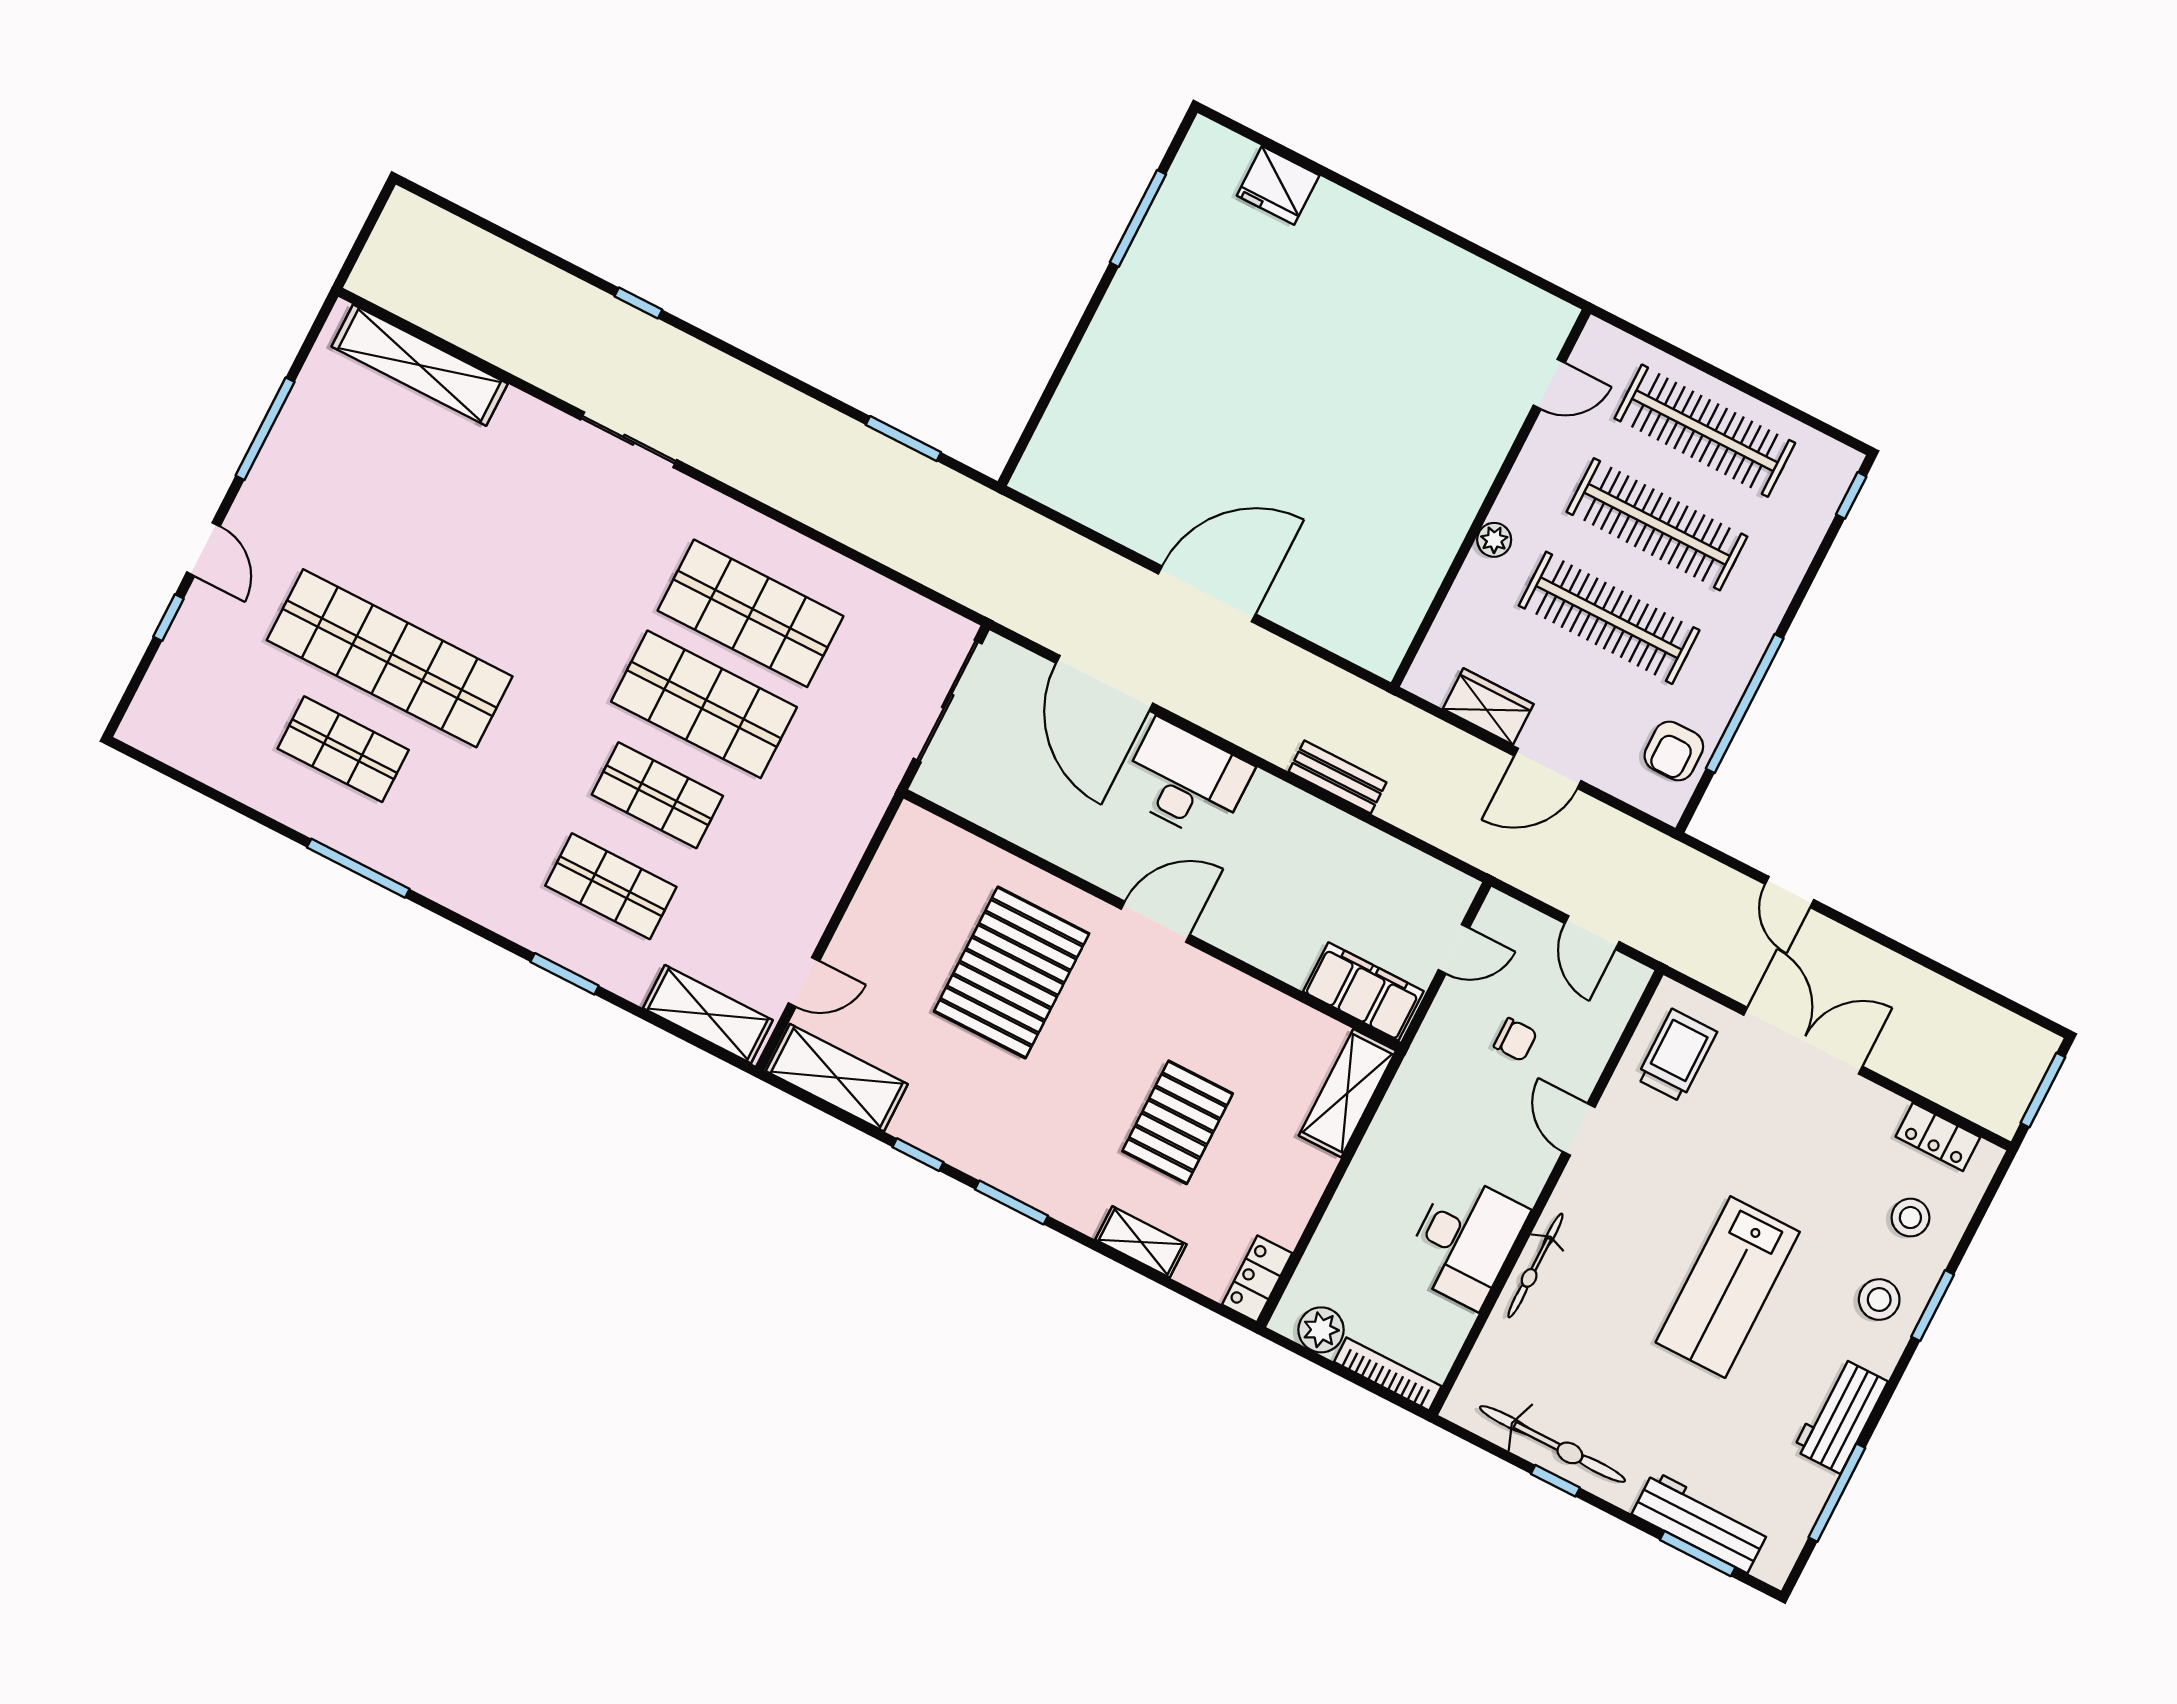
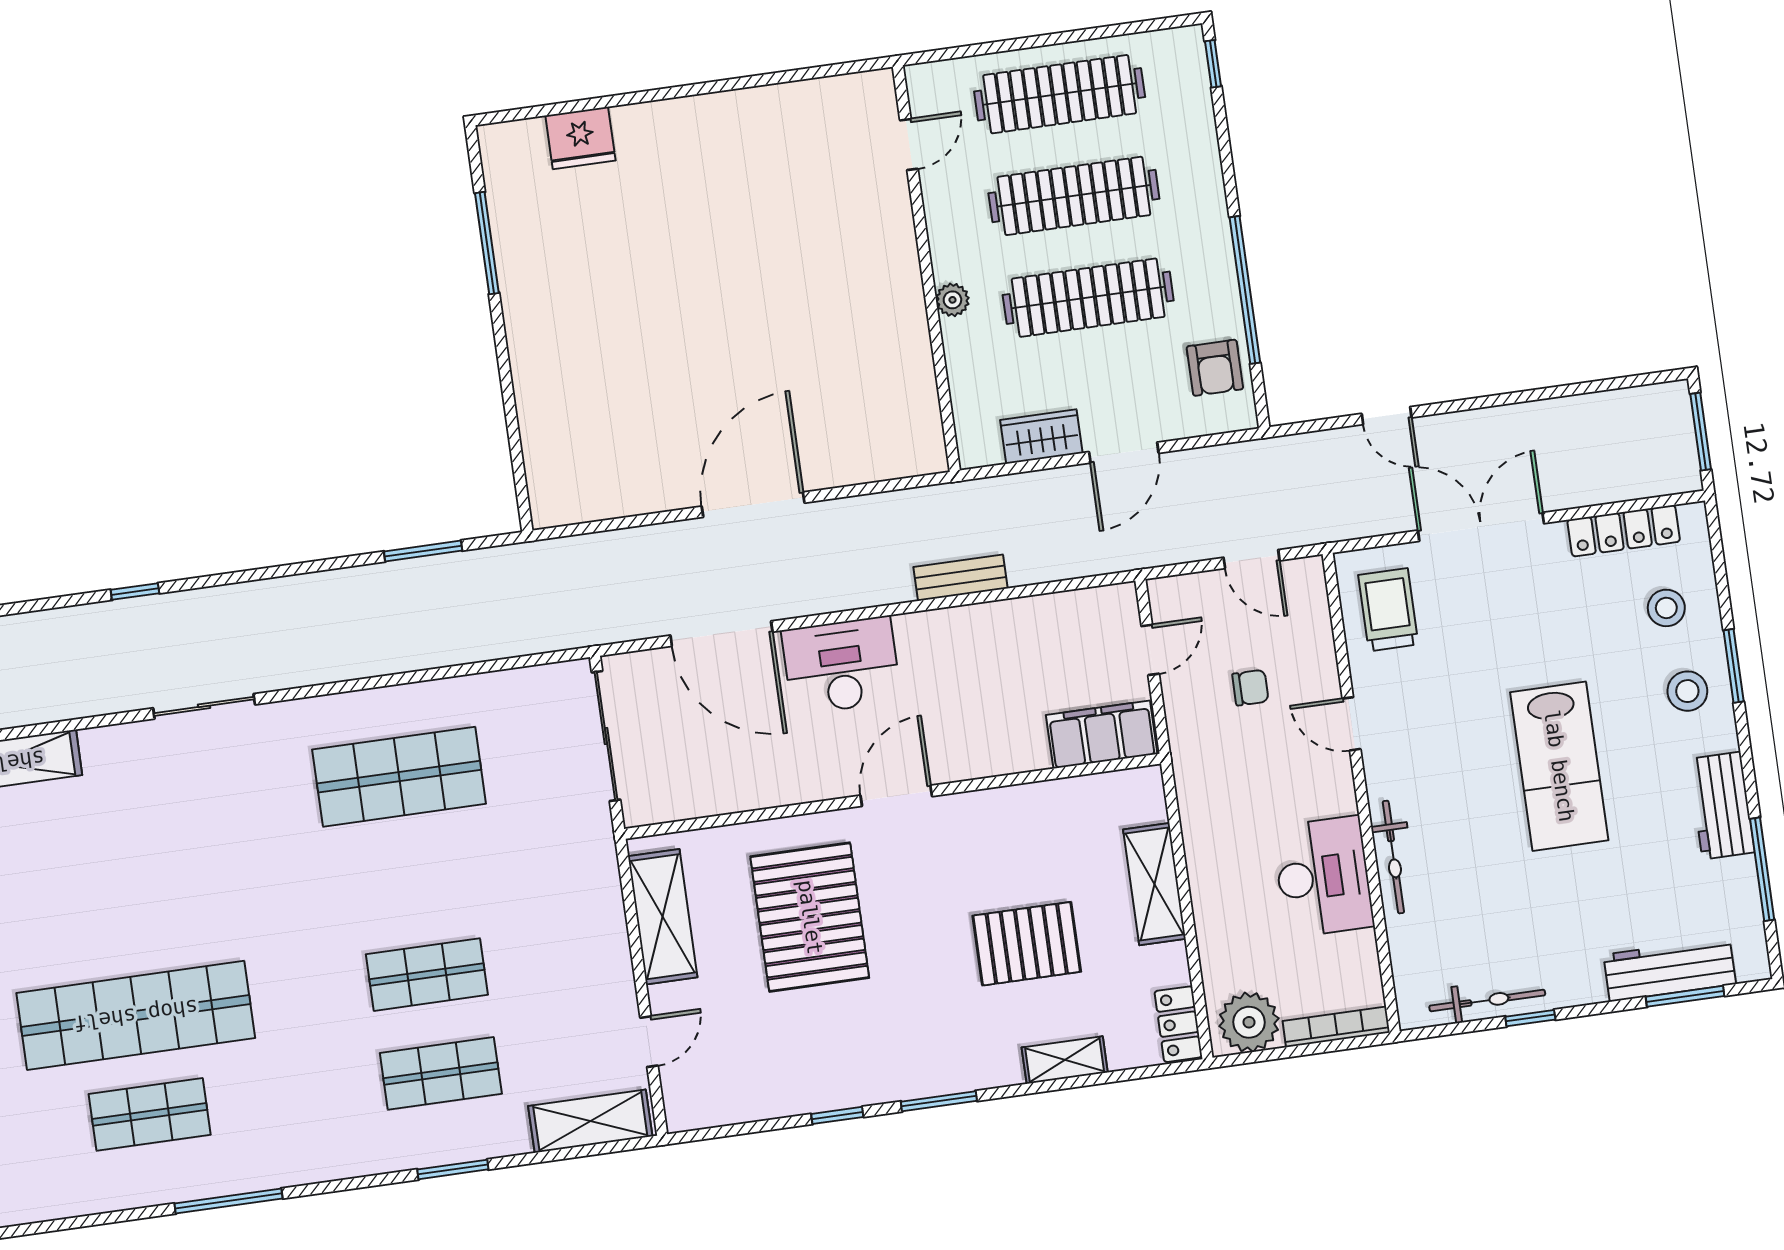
shop shelf: (704, 704) -> (413, 876), removed
shelving: (837, 1078) -> (663, 917), moved, turned 90
shelving: (1347, 1093) -> (1154, 884), moved
pallet: (1178, 1122) -> (1027, 944), turned 90
locker: (1938, 1137) -> (1624, 531), width x1.53
plant: (1321, 1330) -> (1249, 1022), width x1.36, depth x1.36
bicycle: (1553, 1444) -> (1487, 1000), width x0.73, depth x0.71

